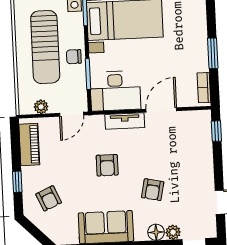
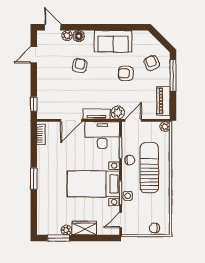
window: (213, 53) -> (34, 179), moved
plant: (41, 107) -> (165, 127), moved
plant: (94, 124) -> (118, 113), added
armchair: (107, 165) -> (126, 73), moved, turned -90
window: (17, 182) -> (173, 75), width x2.17

